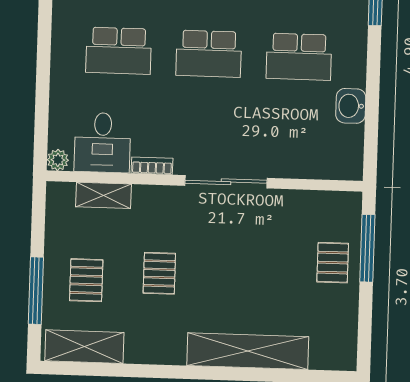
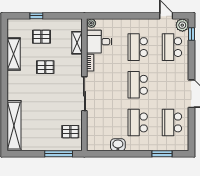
pallet: (333, 263) -> (70, 132), moved
window: (36, 291) -> (36, 16), width x0.46
shelving: (84, 347) -> (14, 54), moved
shelving: (248, 351) -> (14, 126), moved

